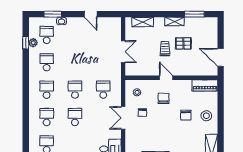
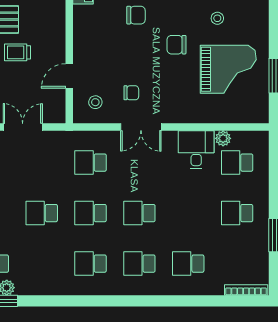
school desk: (47, 62) -> (42, 213), moved
door: (166, 78) -> (69, 76), moved
chair: (164, 98) -> (176, 45), moved

